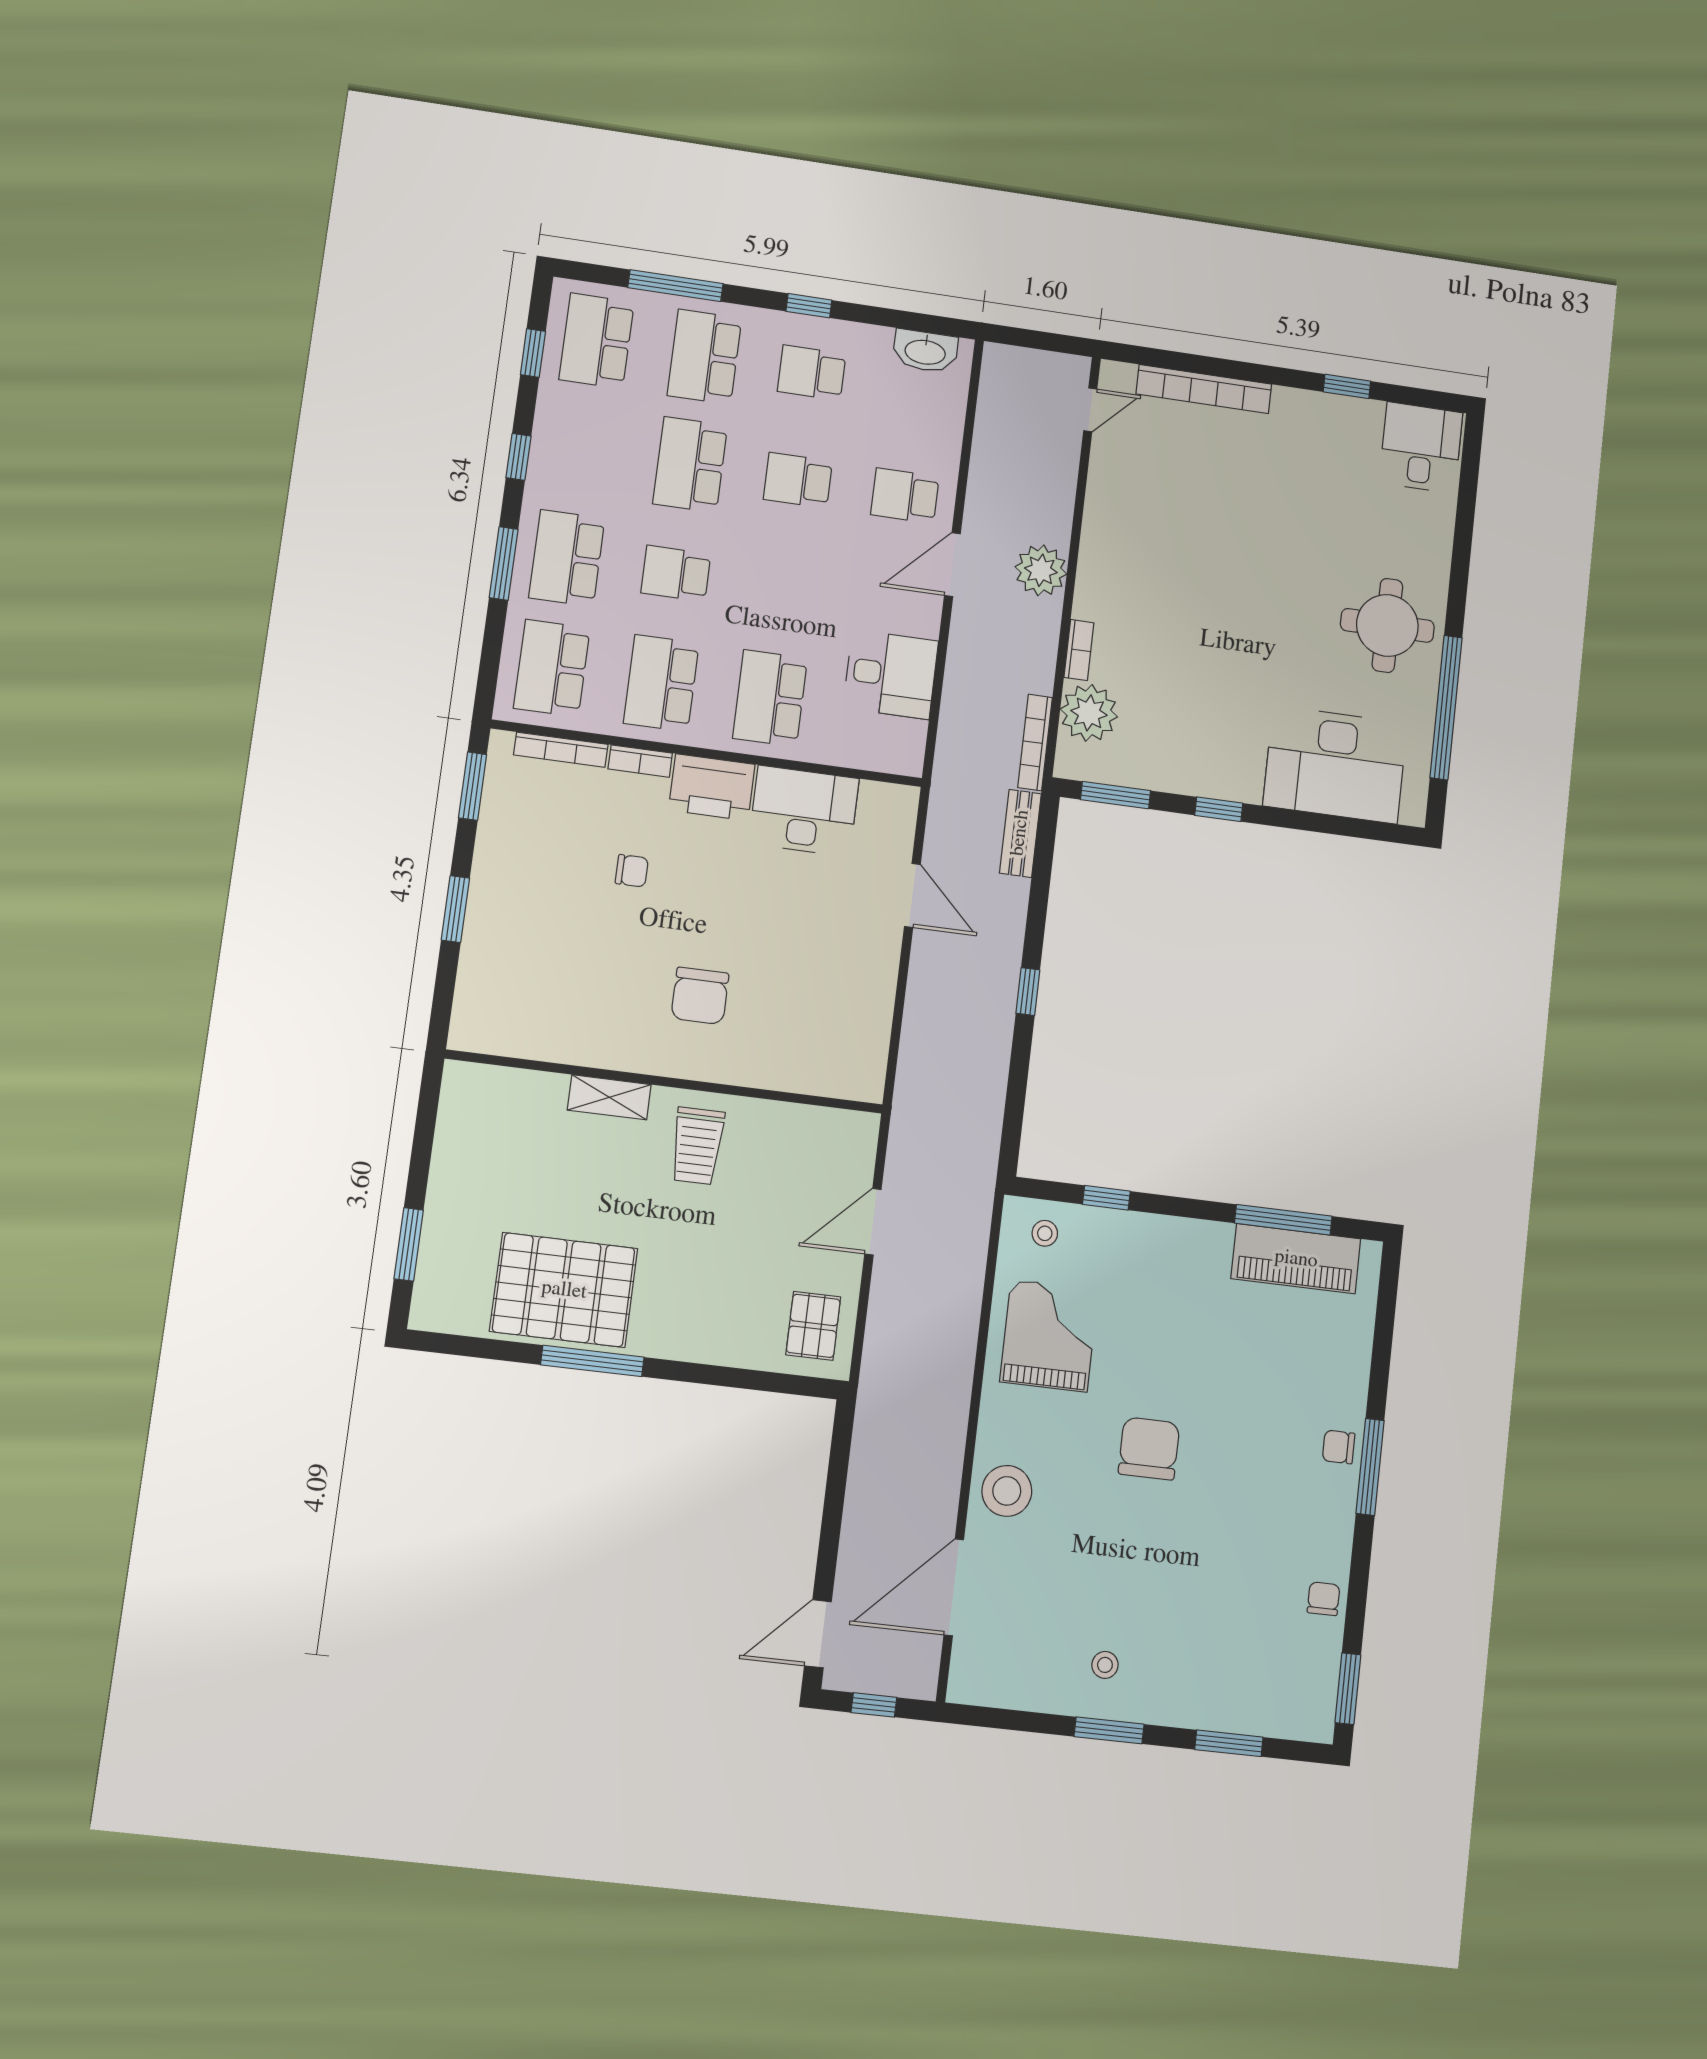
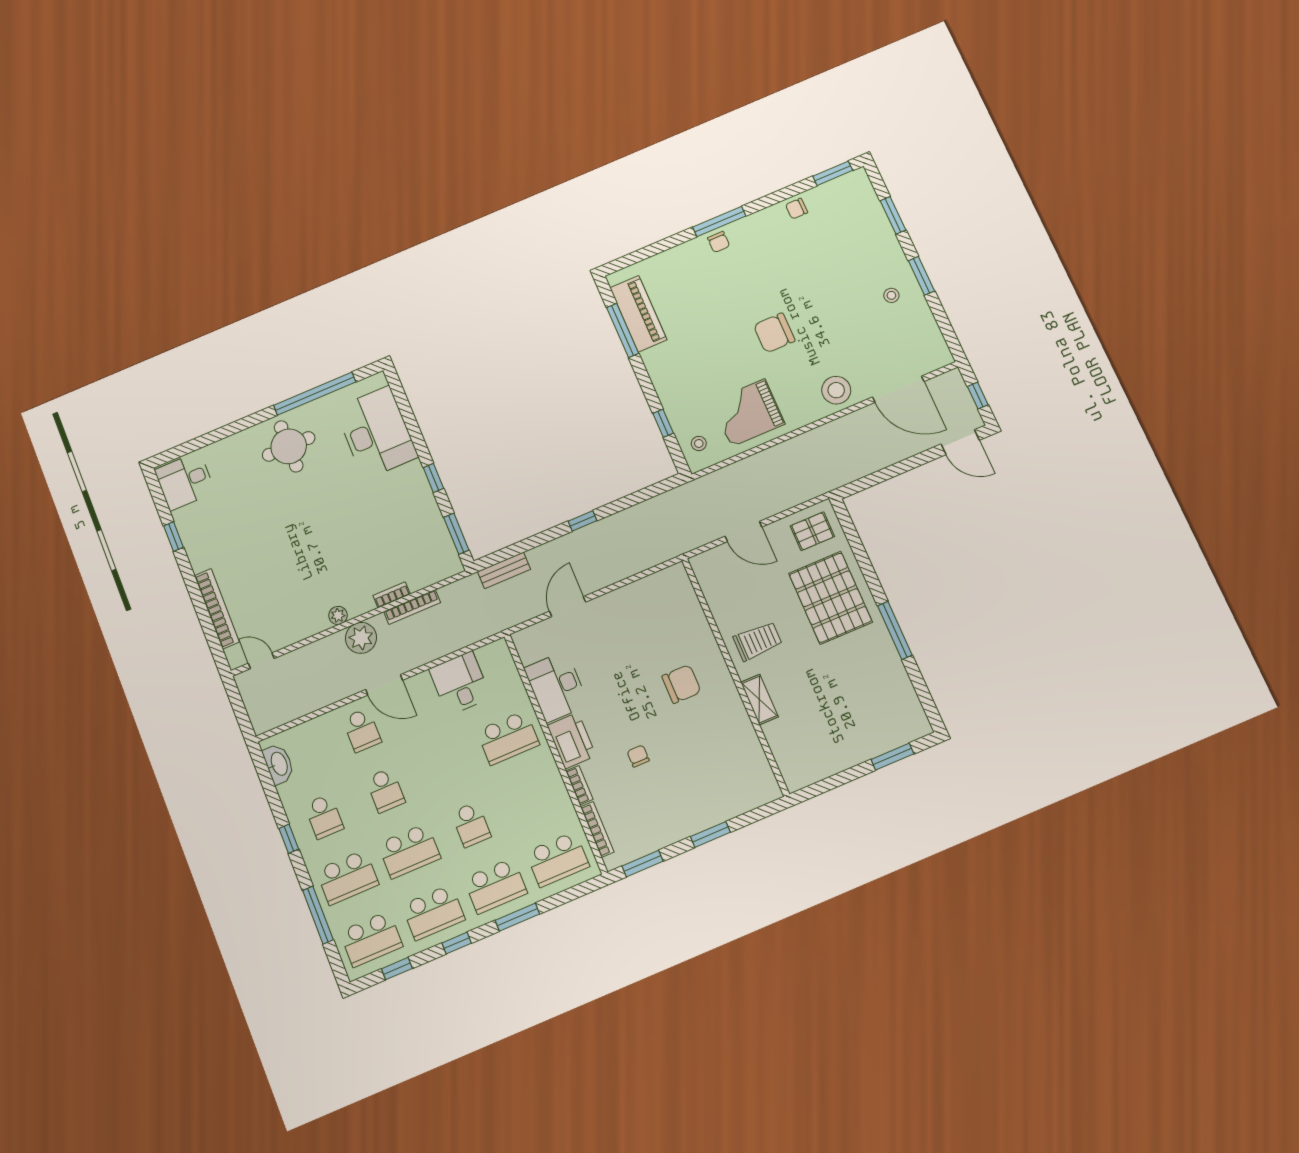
school desk: (661, 683) -> (433, 912), moved
plant: (1089, 713) -> (338, 615), moved, width x0.53, depth x0.53
bookcase: (1035, 742) -> (412, 607), moved
pallet: (564, 1290) -> (830, 598), moved

